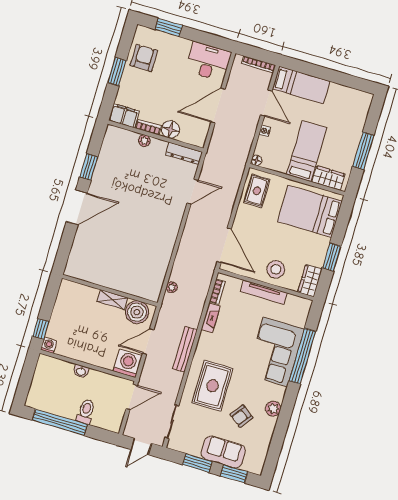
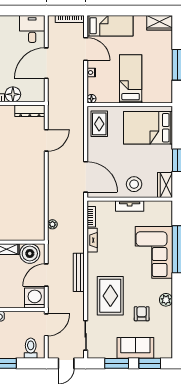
desk: (208, 62) -> (32, 29), width x0.73
wardrobe: (328, 178) -> (160, 23), moved, turned 180
tv unit: (264, 292) -> (130, 206), width x0.71
toilet: (86, 412) -> (31, 348), moved
armchair: (241, 416) -> (142, 314), turned 144

